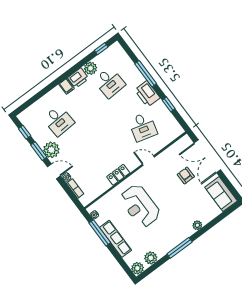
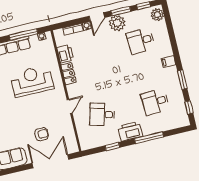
window: (78, 66) -> (182, 80), added
plant: (91, 68) -> (157, 15), moved
printer: (78, 78) -> (65, 54), moved, turned 180

